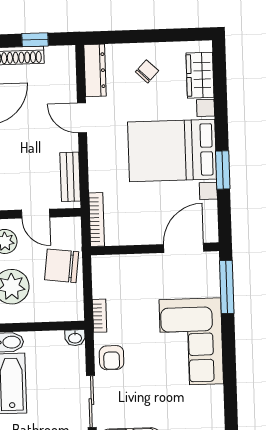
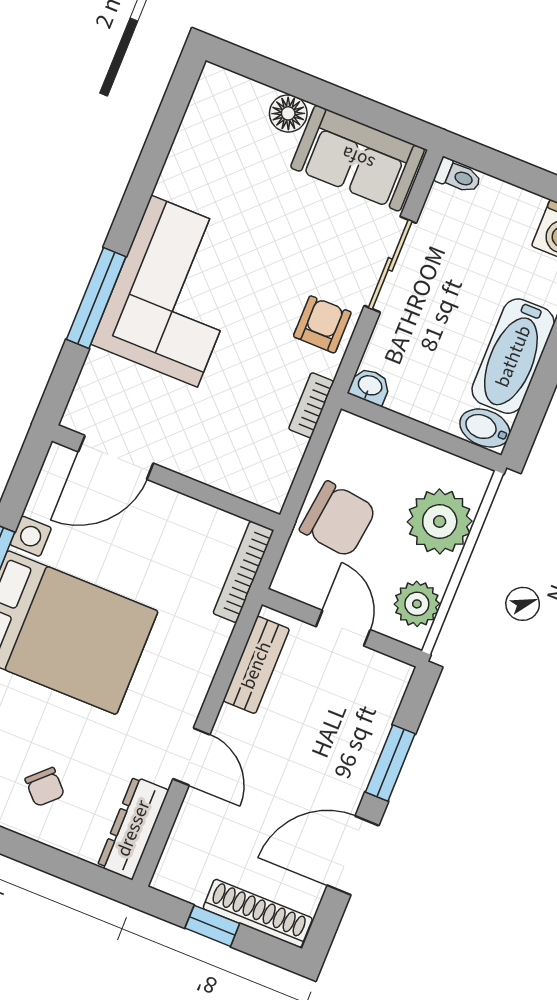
chair: (147, 71) -> (45, 787), turned -88
window: (227, 287) -> (96, 298), moved

